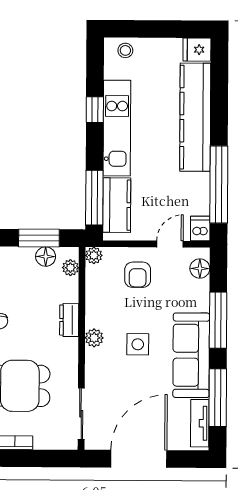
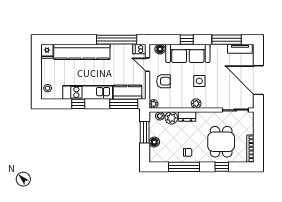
floor lamp: (46, 257) -> (154, 142), moved
plant: (67, 290) -> (171, 118), added
window: (218, 320) -> (187, 40), width x0.46
sofa: (191, 355) -> (188, 53), moved

